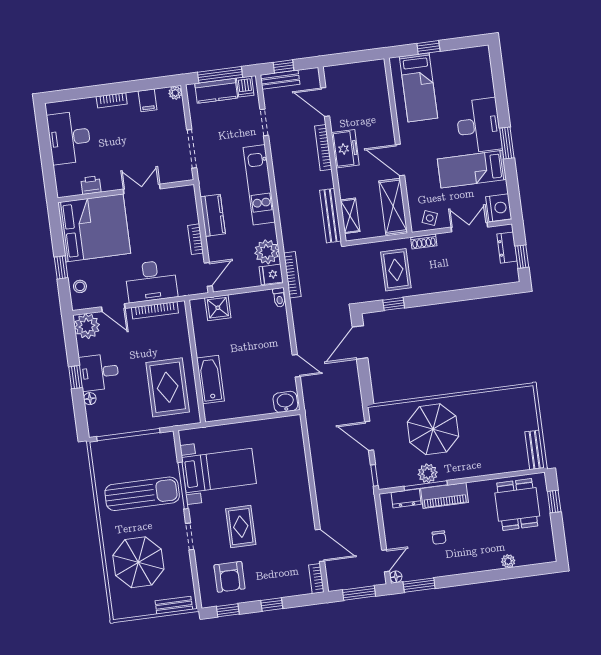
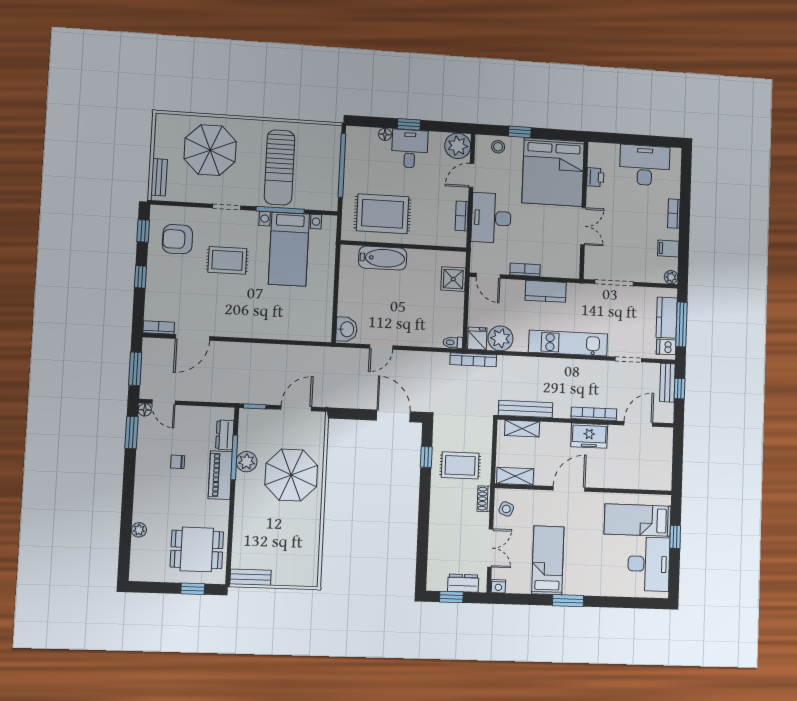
desk: (479, 126) -> (649, 564), moved, turned -90
shelving: (393, 206) -> (515, 476), width x0.67, depth x0.75
nightstand: (499, 208) -> (498, 586), width x0.53, depth x0.56
bookcase: (155, 310) -> (462, 216), width x0.64

